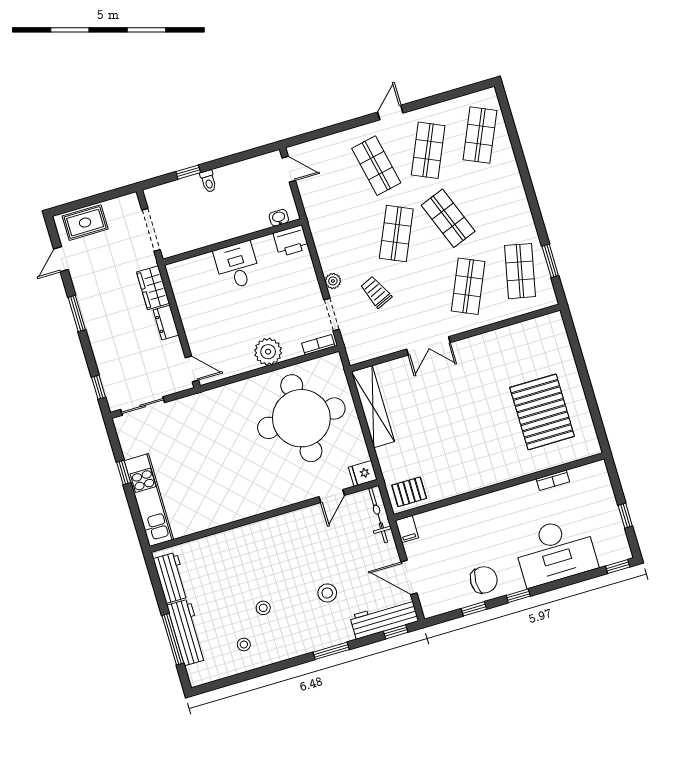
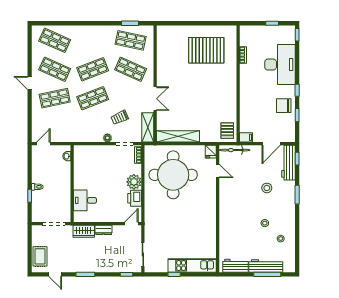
shop shelf: (396, 234) -> (93, 98), turned -45
printer: (291, 241) -> (135, 198), moved, turned 180
desk: (237, 266) -> (85, 200), moved
shelving: (373, 348) -> (148, 127), added
chair: (484, 580) -> (284, 106), turned -90

